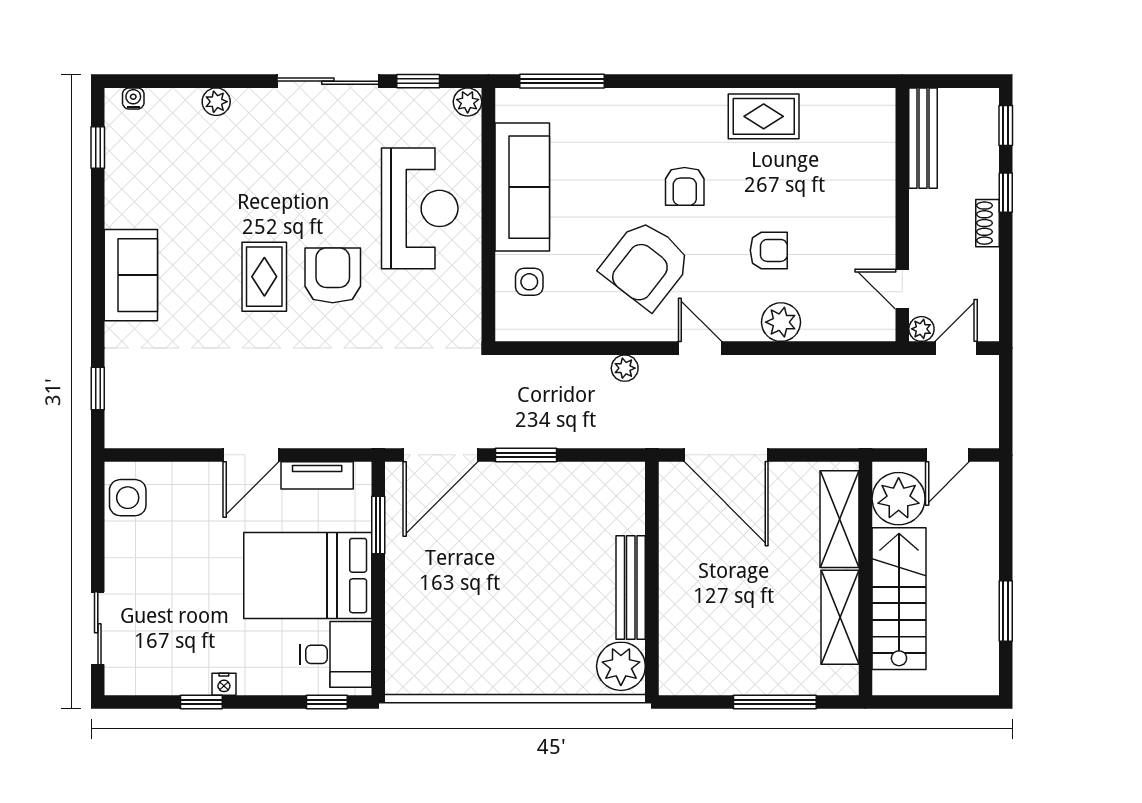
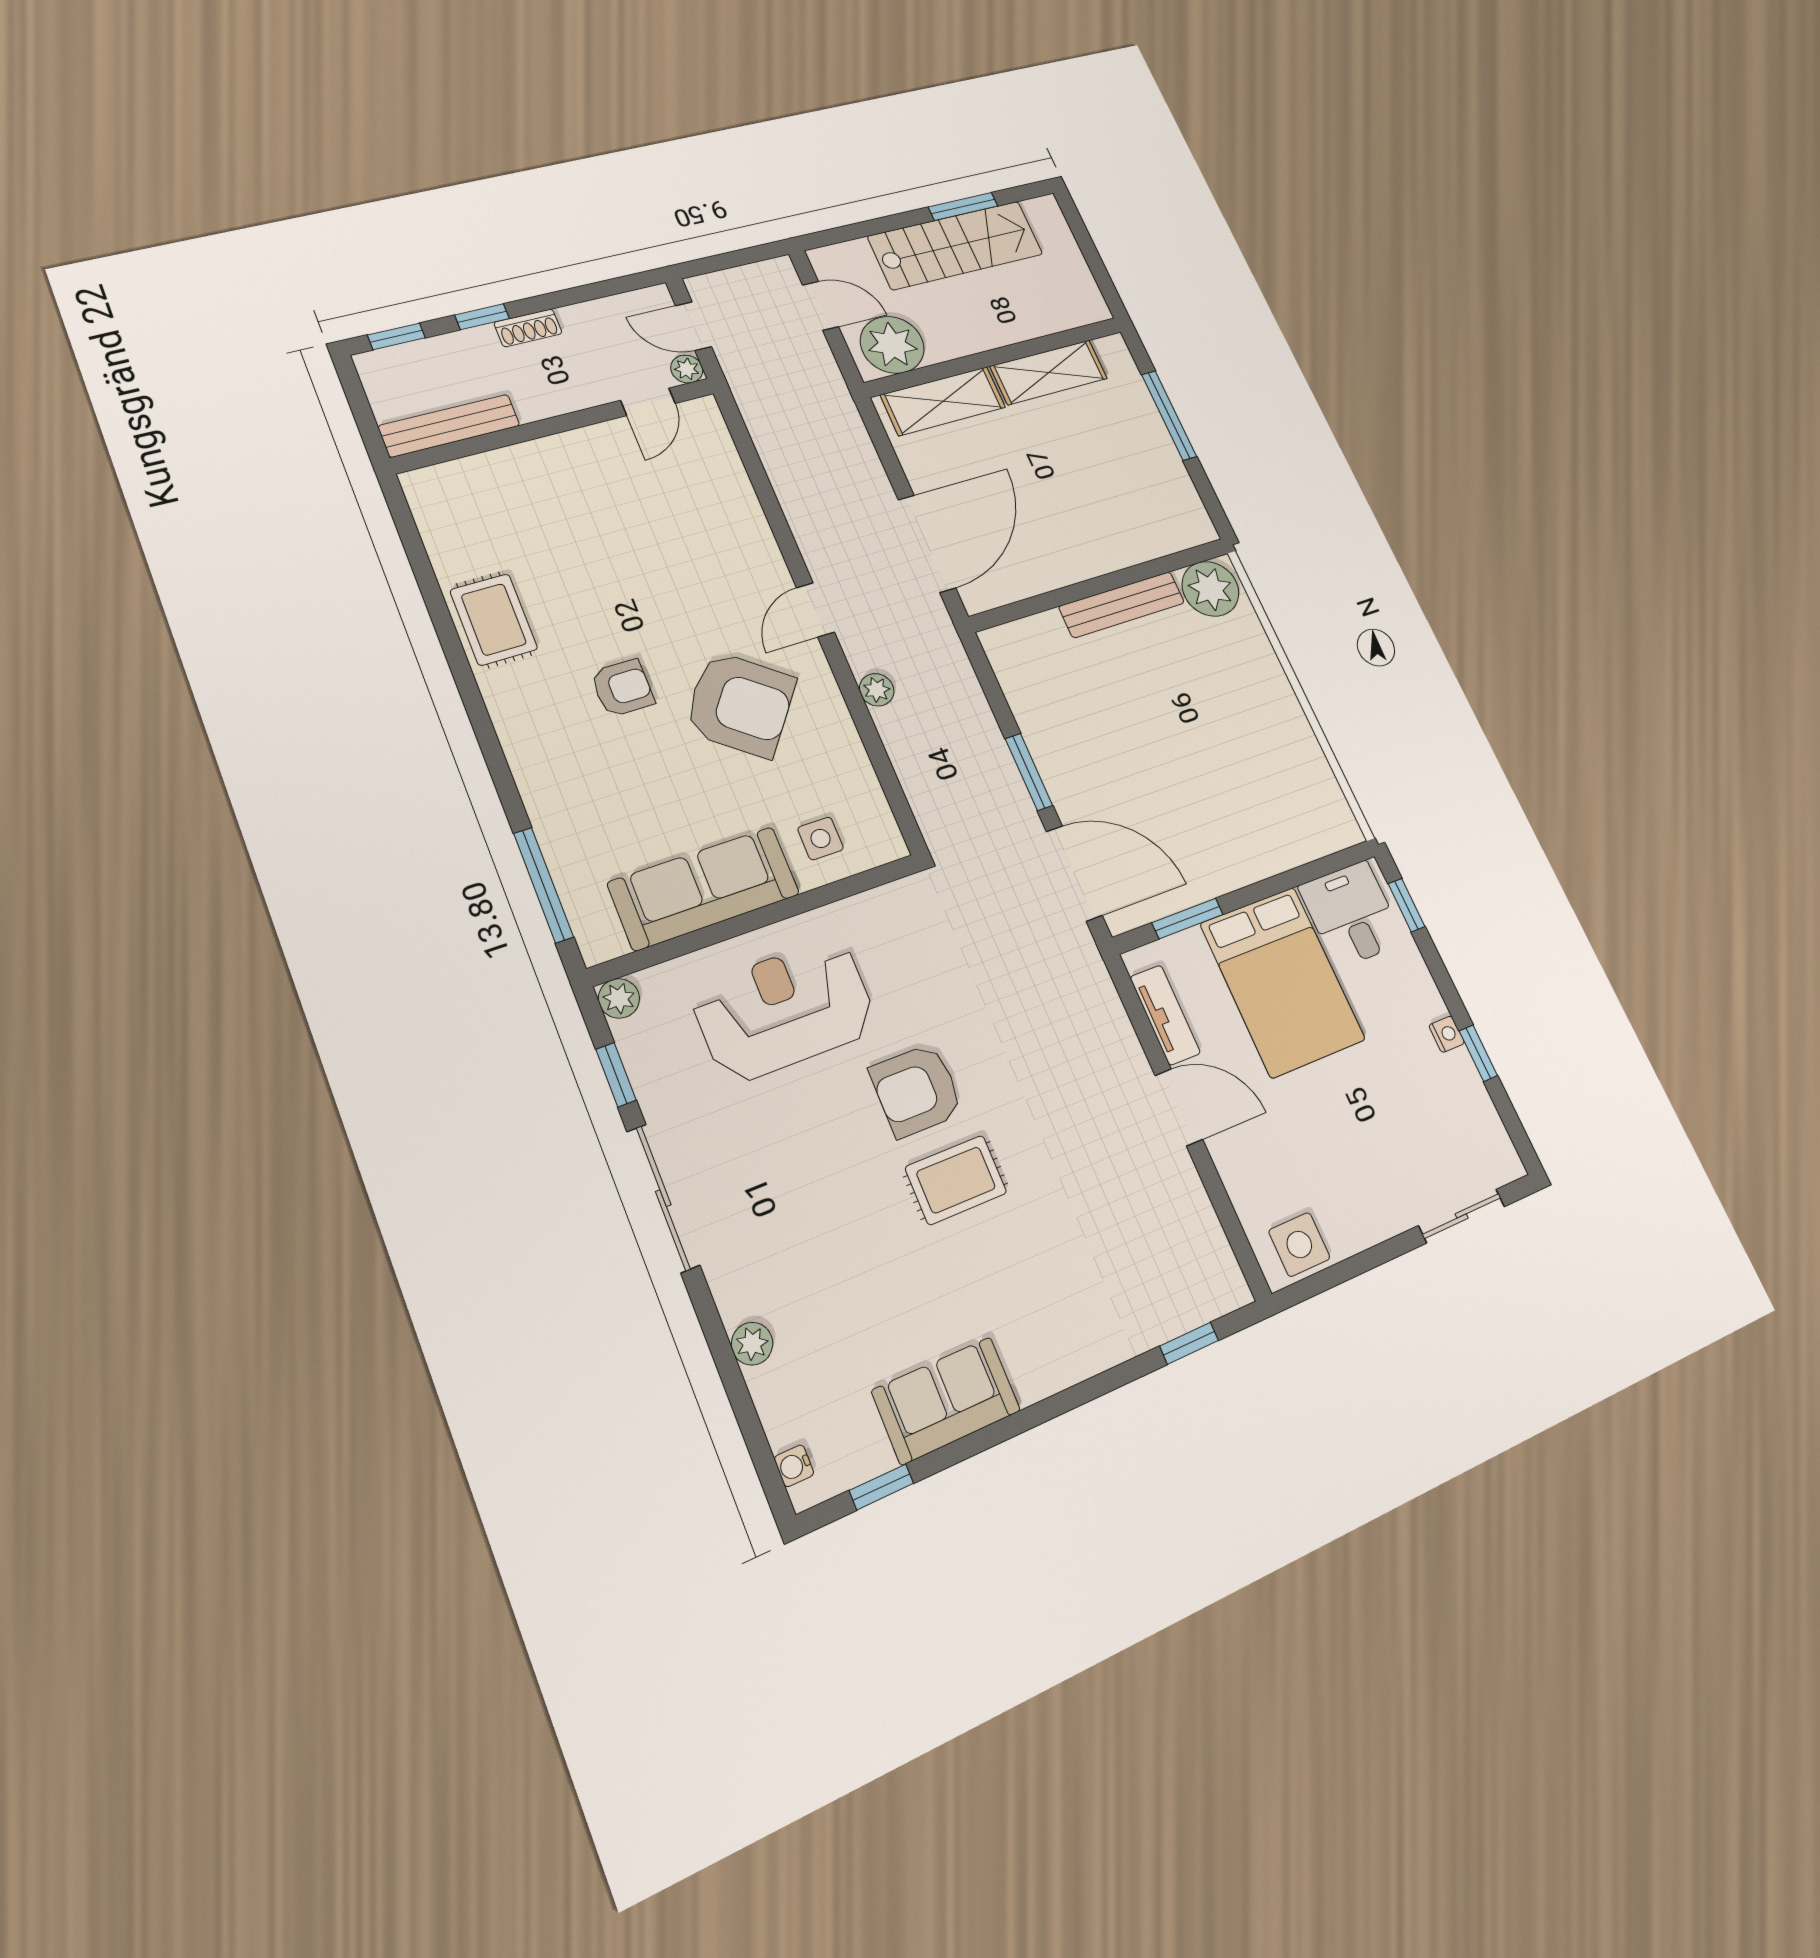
armchair: (769, 250) -> (663, 565), removed
sofa: (131, 275) -> (946, 1401), moved
plant: (781, 322) -> (745, 527), removed
stairs: (899, 599) -> (956, 245), moved, turned 180

